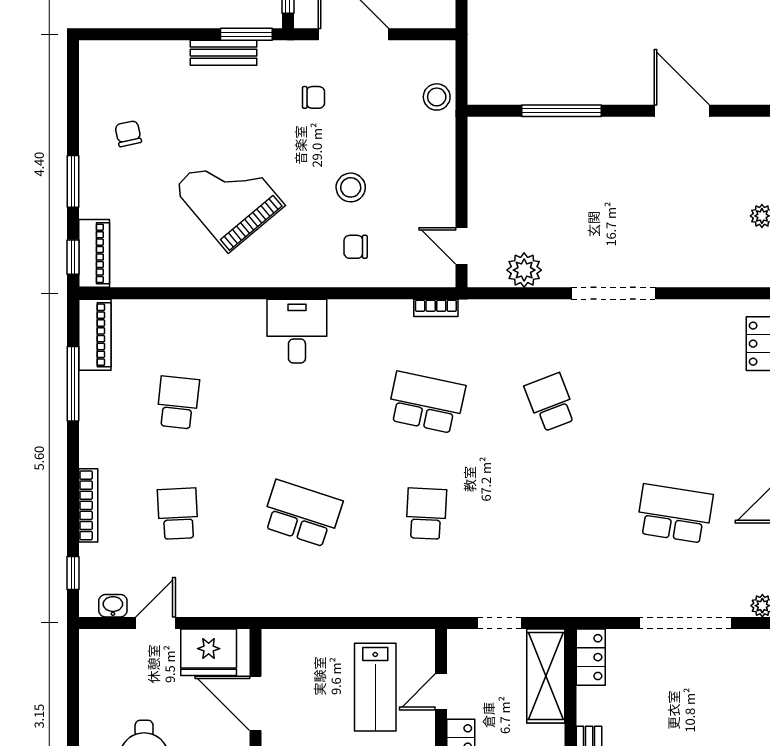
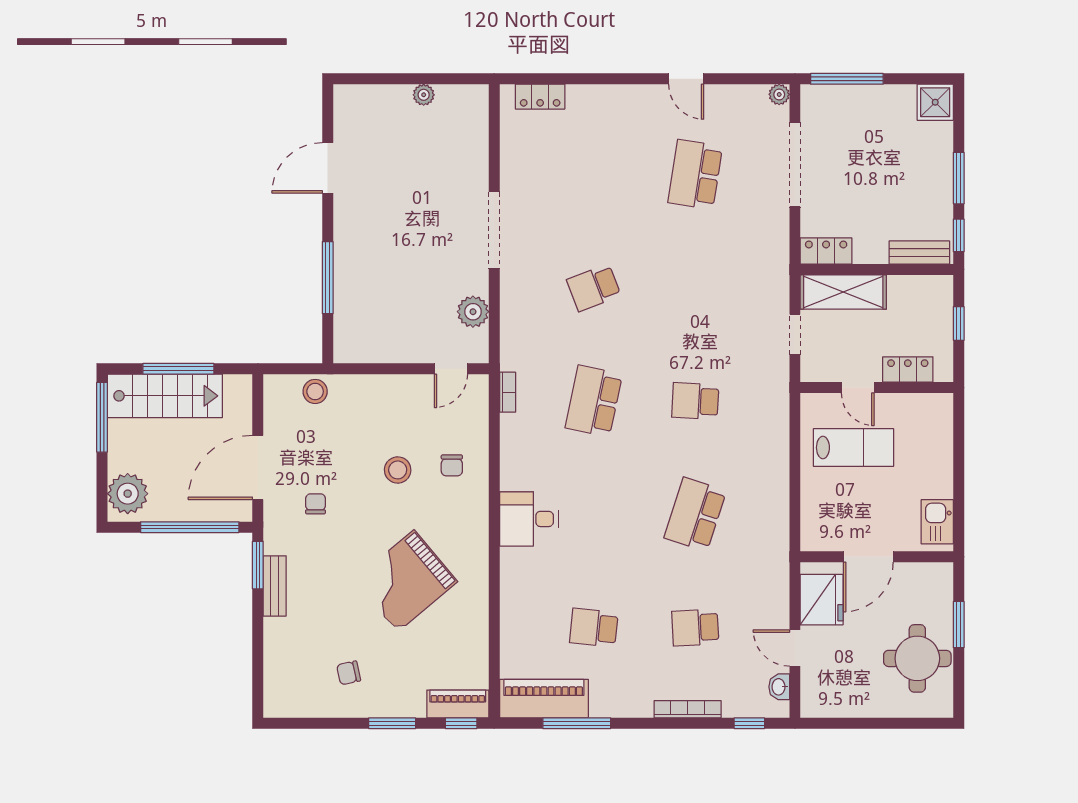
piano: (95, 335) -> (544, 699), width x1.37, depth x1.33

